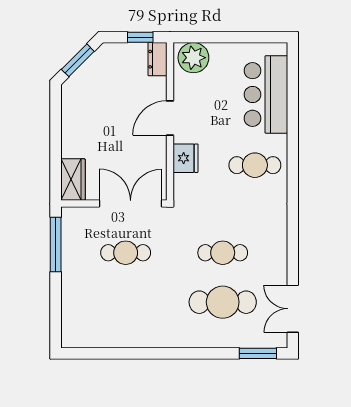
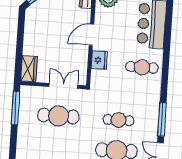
double door: (131, 204) -> (63, 86), width x0.73
window: (293, 247) -> (162, 119), added
cafe table: (126, 253) -> (58, 116), width x1.37, depth x1.35

